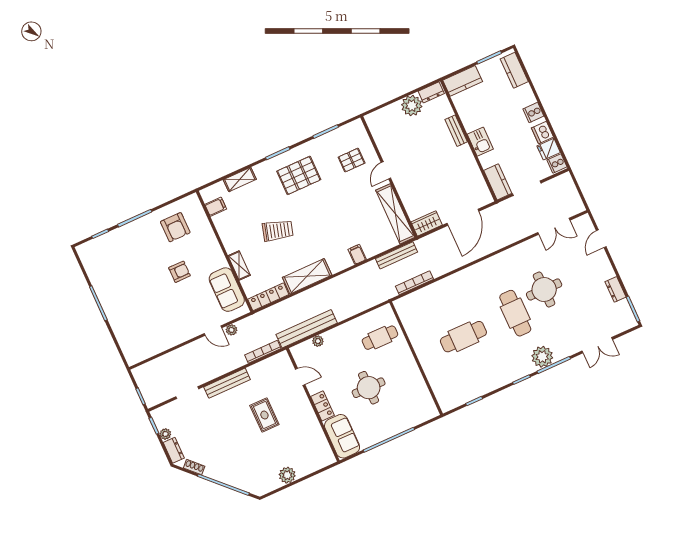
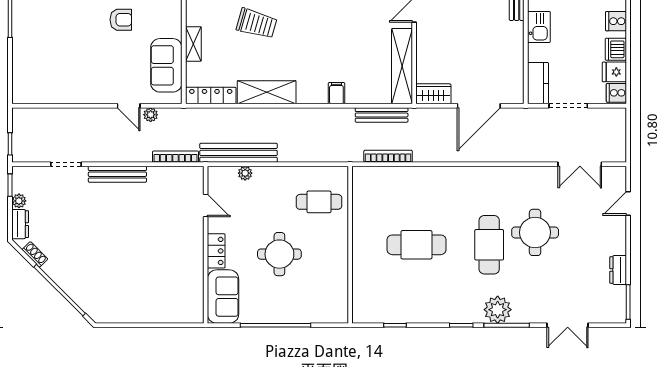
rug: (264, 415) -> (144, 231), removed
plant: (287, 475) -> (139, 313), removed

